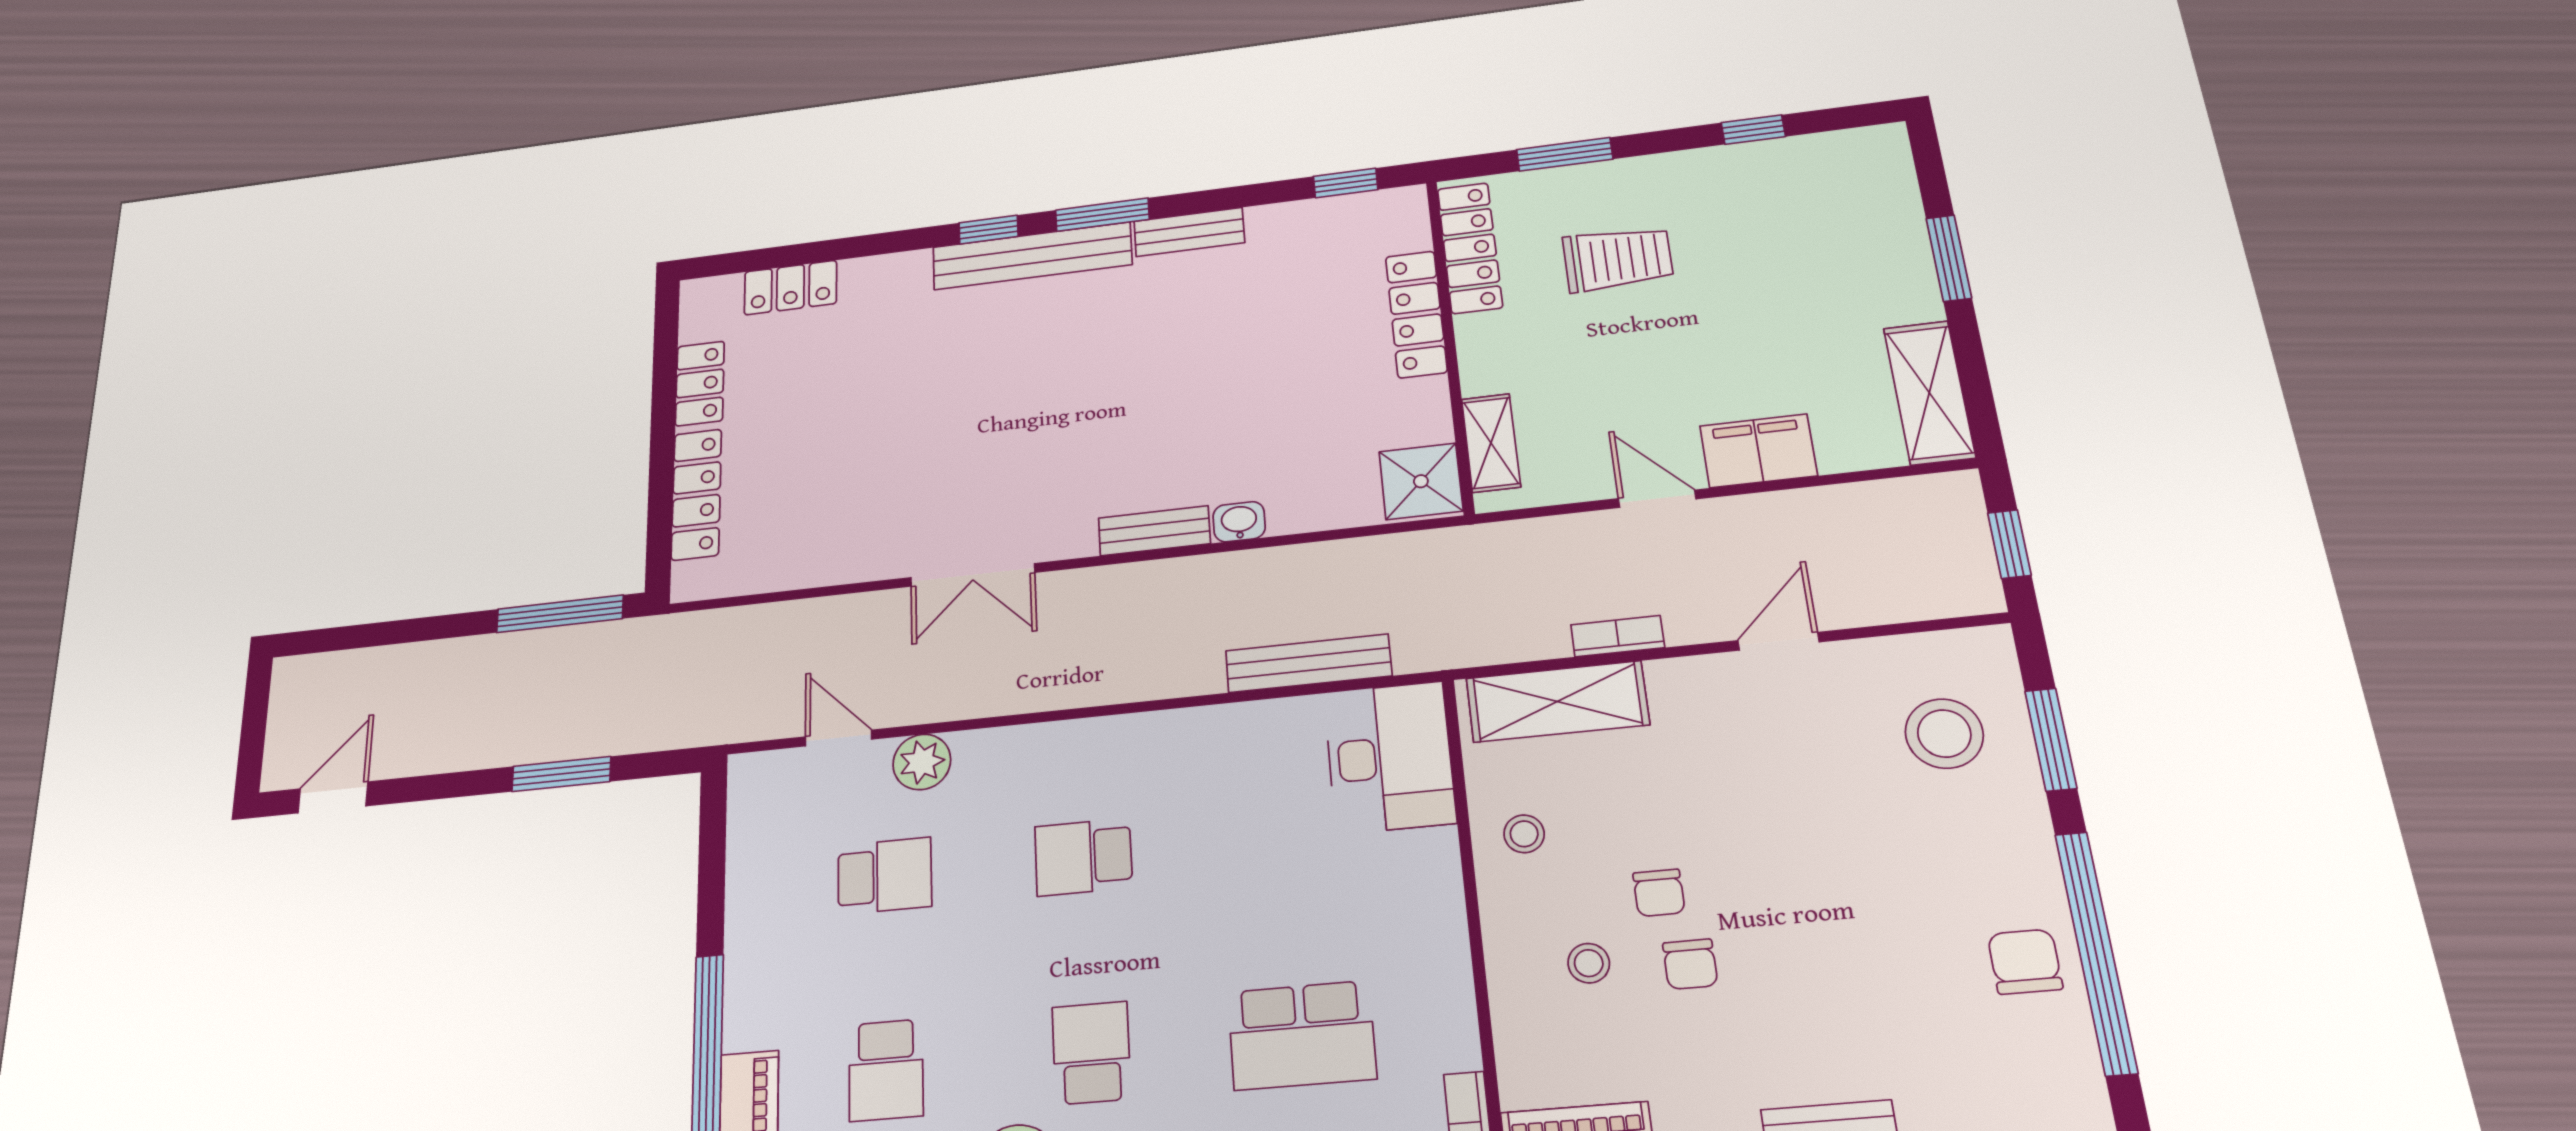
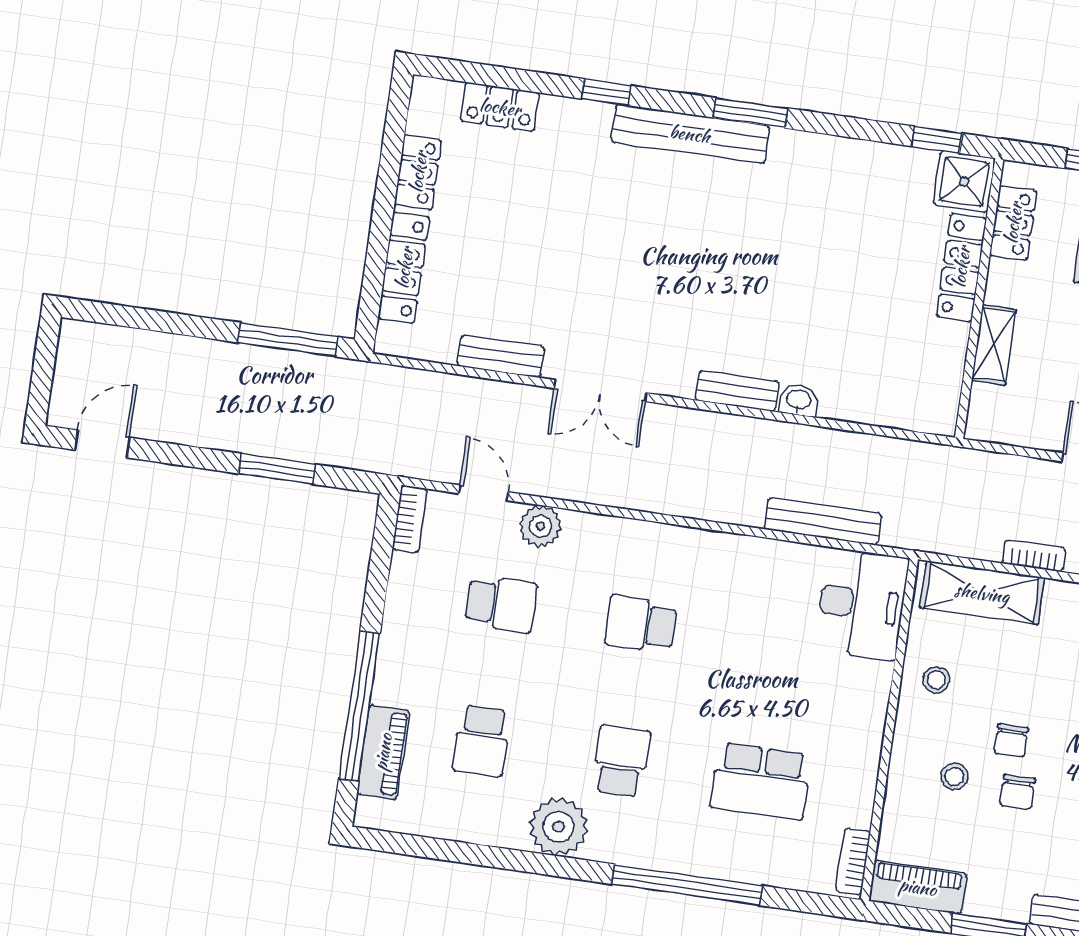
window: (988, 230) -> (606, 92), moved
bench: (1189, 232) -> (501, 356), moved
locker: (1470, 248) -> (1013, 223), width x0.66
shelving: (1491, 443) -> (994, 345), moved
shower: (1421, 481) -> (964, 182), moved
bookcase: (744, 795) -> (410, 519), added

